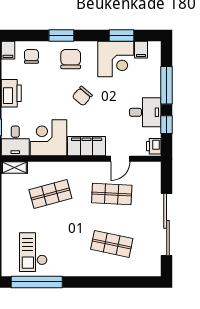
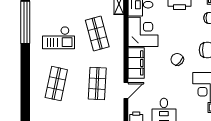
door: (120, 159) -> (126, 91), swing flipped
checkout: (33, 252) -> (59, 38), moved, turned 180

